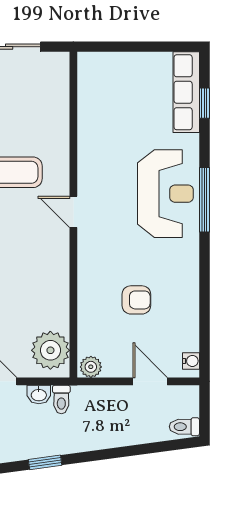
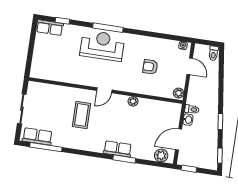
row of seats: (186, 92) -> (50, 28), width x0.68
armchair: (136, 300) -> (150, 67), turned -90
plant: (50, 350) -> (133, 101), moved, width x0.53, depth x0.53
door: (150, 381) -> (190, 66), swing flipped

